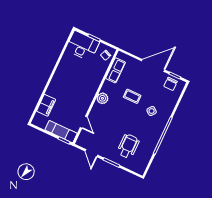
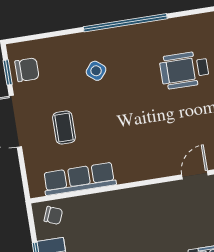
row of seats: (116, 70) -> (79, 179), width x1.48
coffee table: (132, 96) -> (64, 128), moved
plant: (102, 98) -> (132, 170), removed

